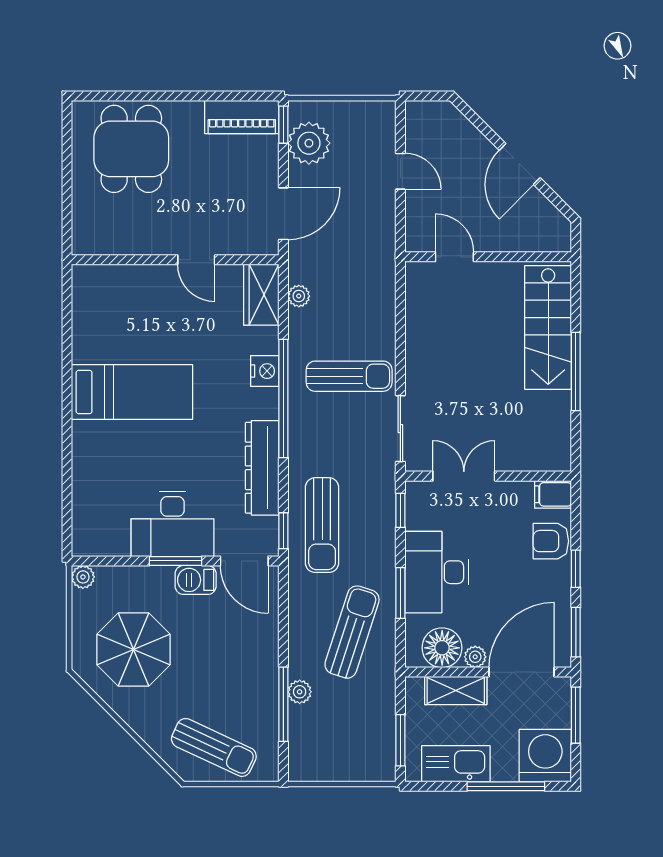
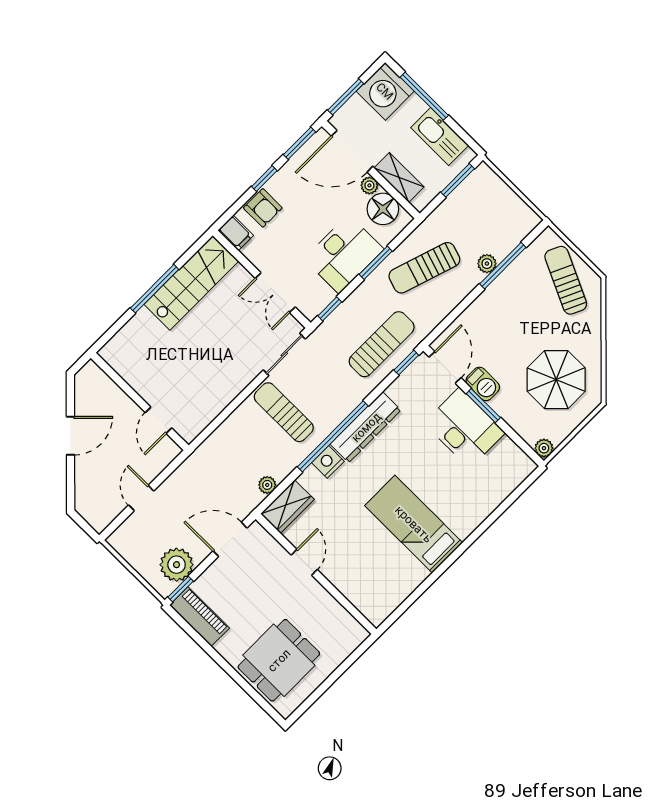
stairs: (548, 327) -> (191, 283), moved
dresser: (262, 468) -> (366, 427), moved

